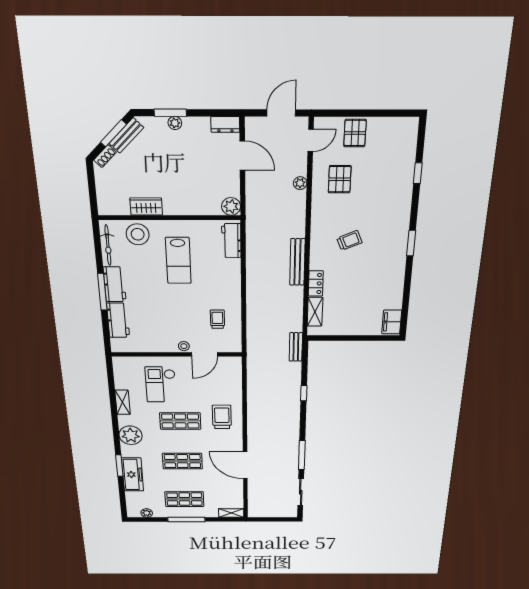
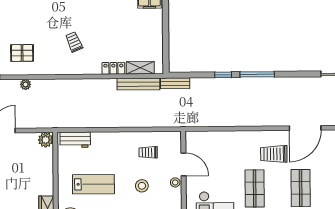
bench: (297, 262) -> (138, 84), moved
stool: (179, 312) -> (142, 186), added
trolley: (222, 417) -> (274, 154), moved
window: (302, 455) -> (257, 74), moved

